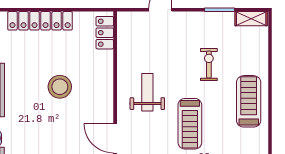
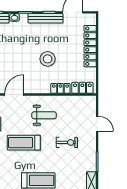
exercise bike: (209, 65) -> (67, 142), moved
locker: (106, 67) -> (60, 88), added

